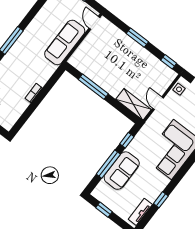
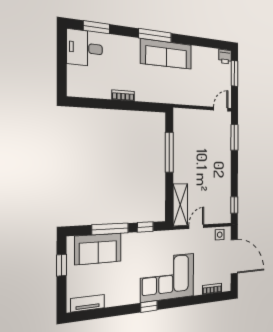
window: (137, 38) -> (234, 137), moved
sofa: (65, 42) -> (166, 54), moved, turned 180
sofa: (122, 171) -> (98, 249), moved
window: (161, 200) -> (149, 306), moved

